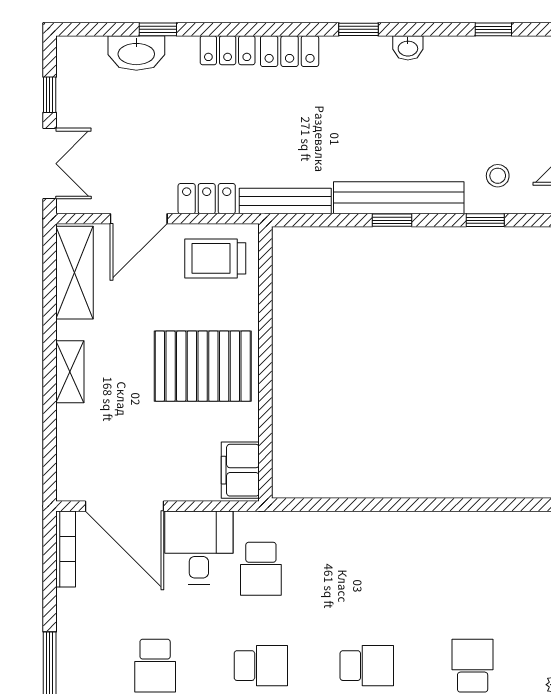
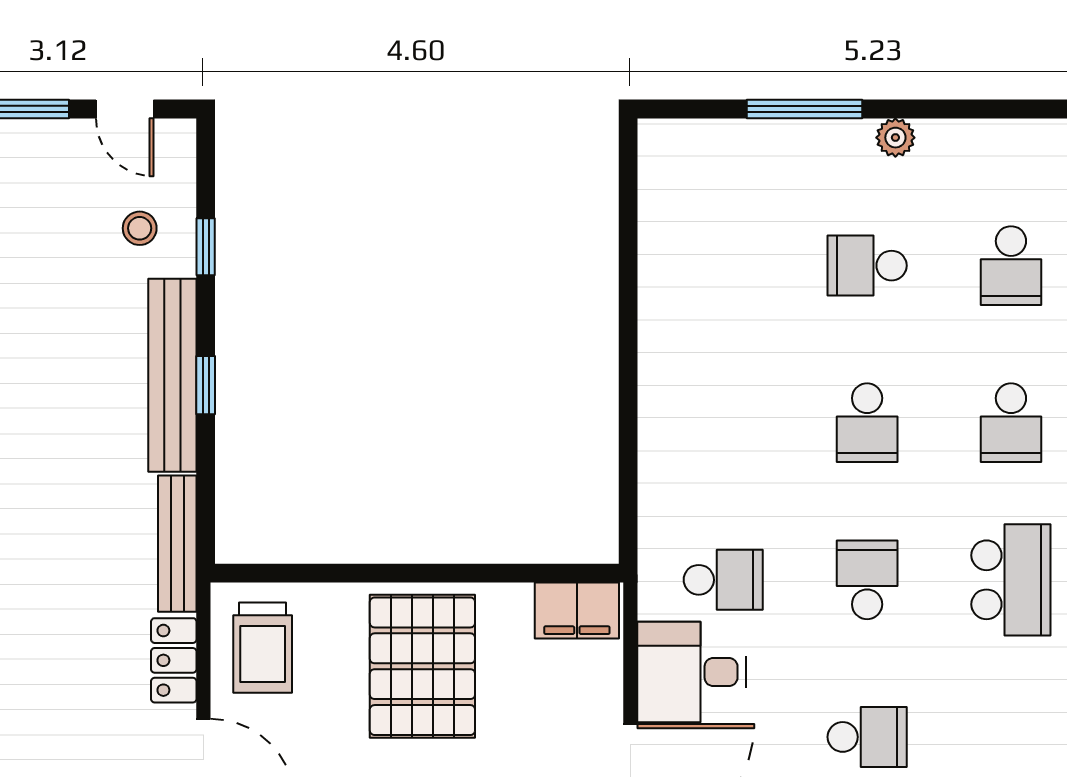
school desk: (367, 666) -> (867, 423), turned 180

